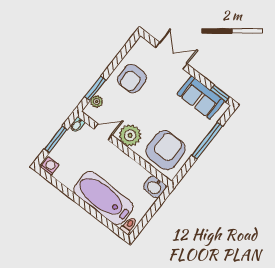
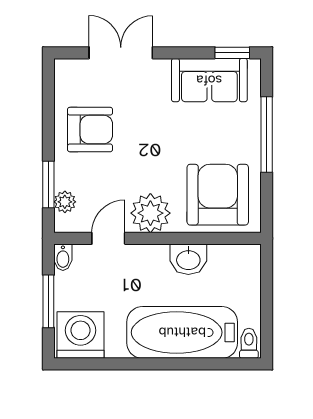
armchair: (132, 79) -> (90, 130), turned -90
washing machine: (50, 166) -> (81, 335), width x1.89, depth x1.89
washbasin: (155, 187) -> (188, 259), moved

